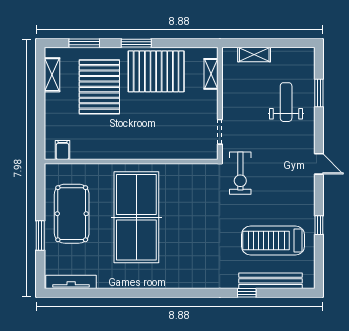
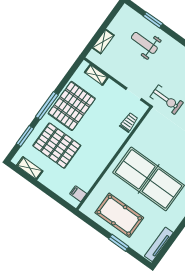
window: (136, 43) -> (47, 106), width x1.44
trolley: (184, 149) -> (129, 122), added

